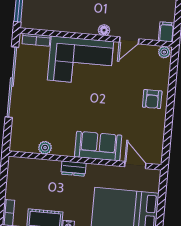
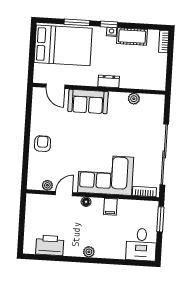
filing cabinet: (166, 32) -> (110, 207), moved
plant: (164, 52) -> (47, 185), moved

